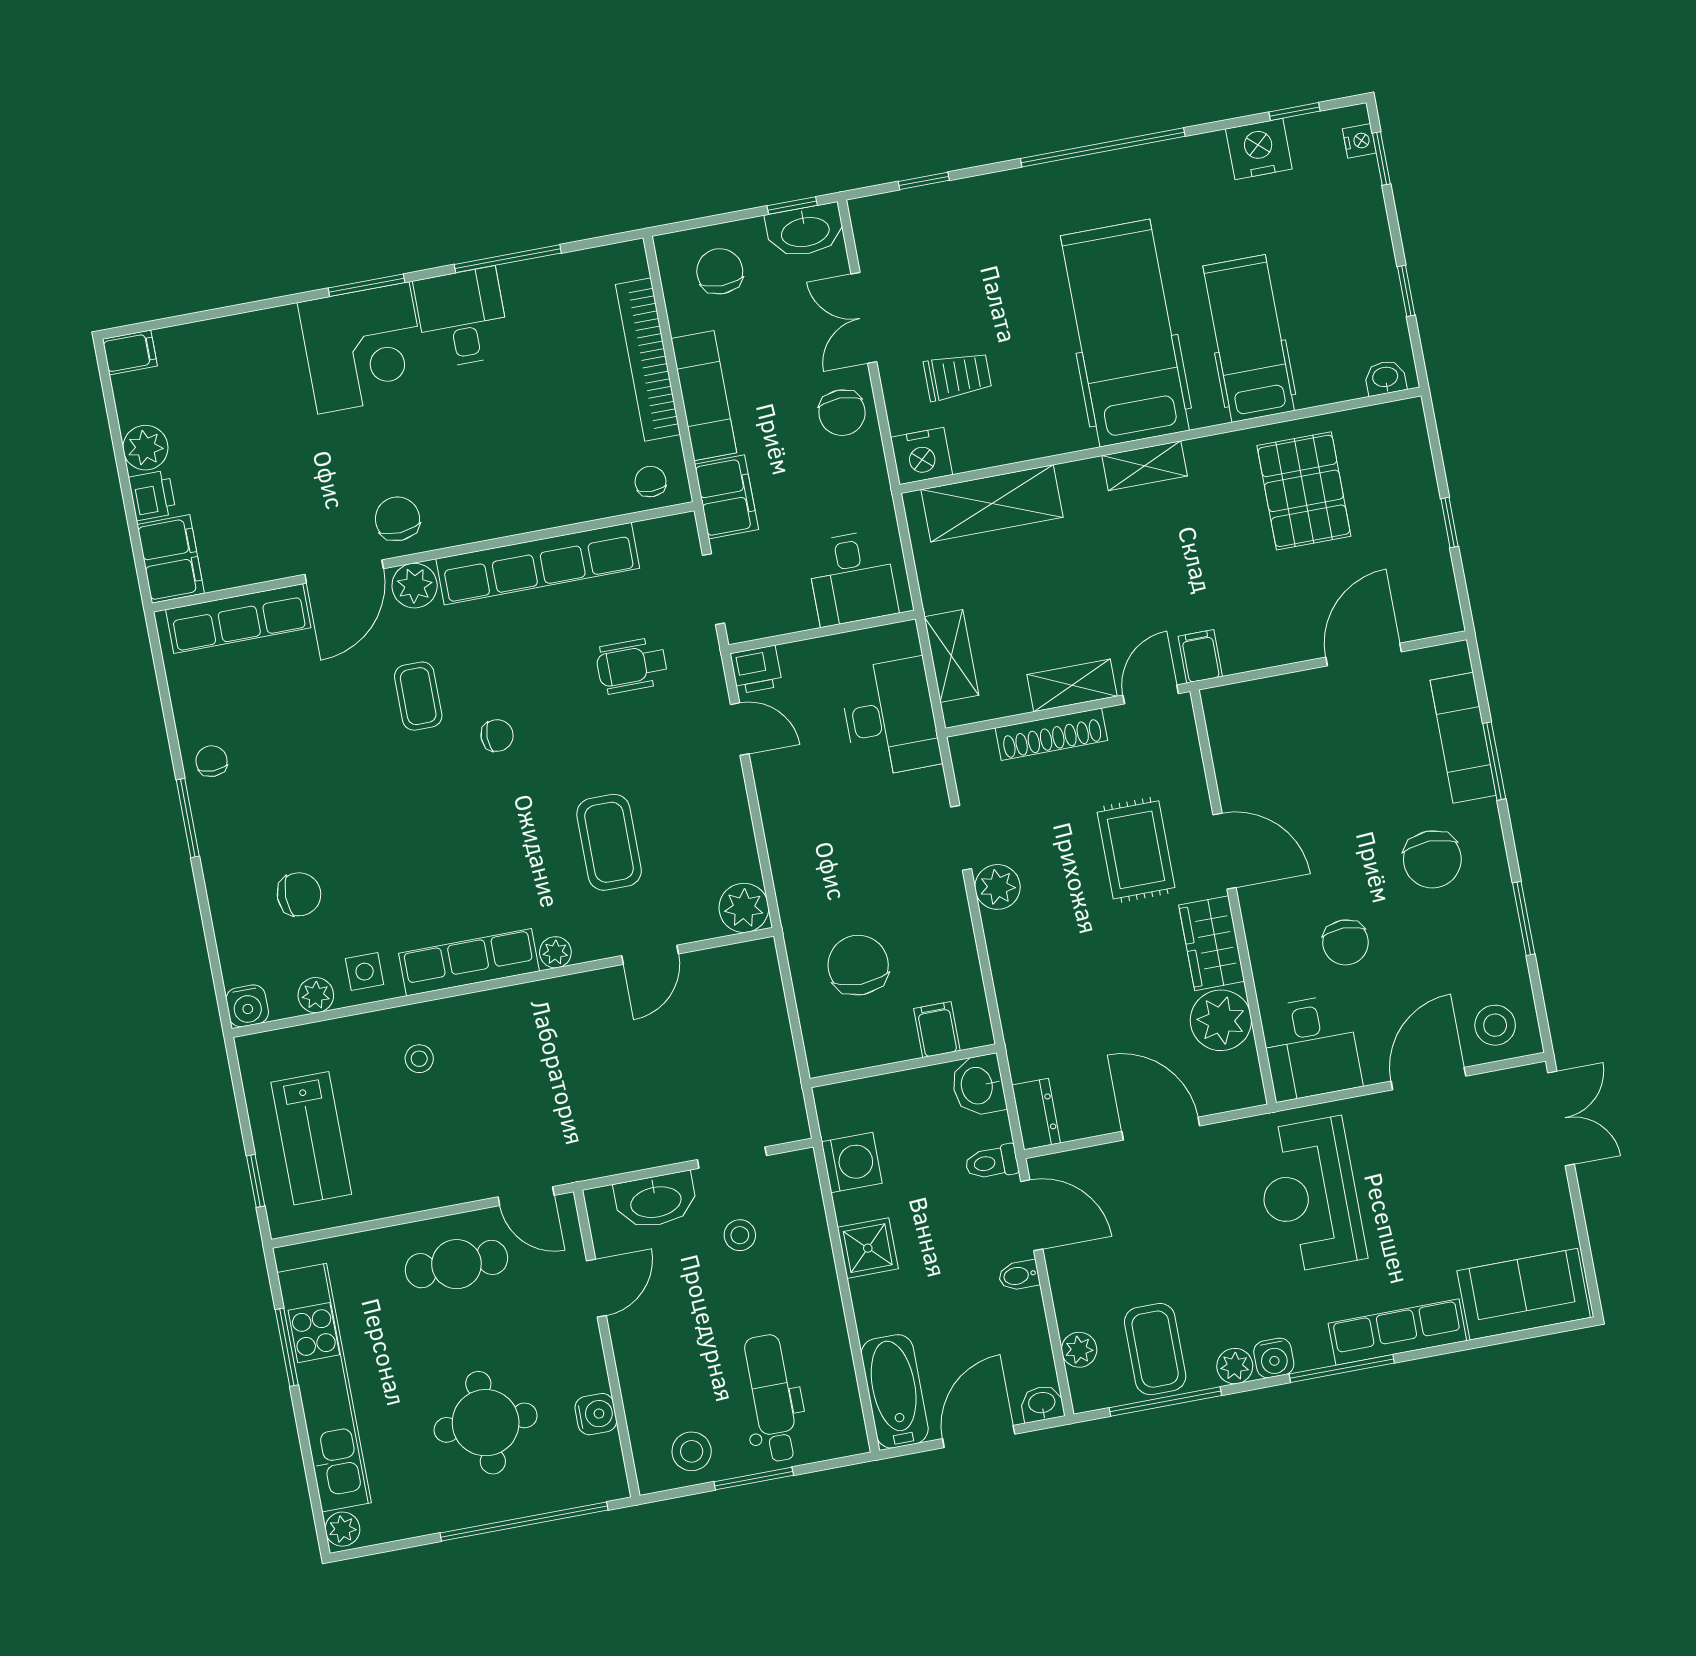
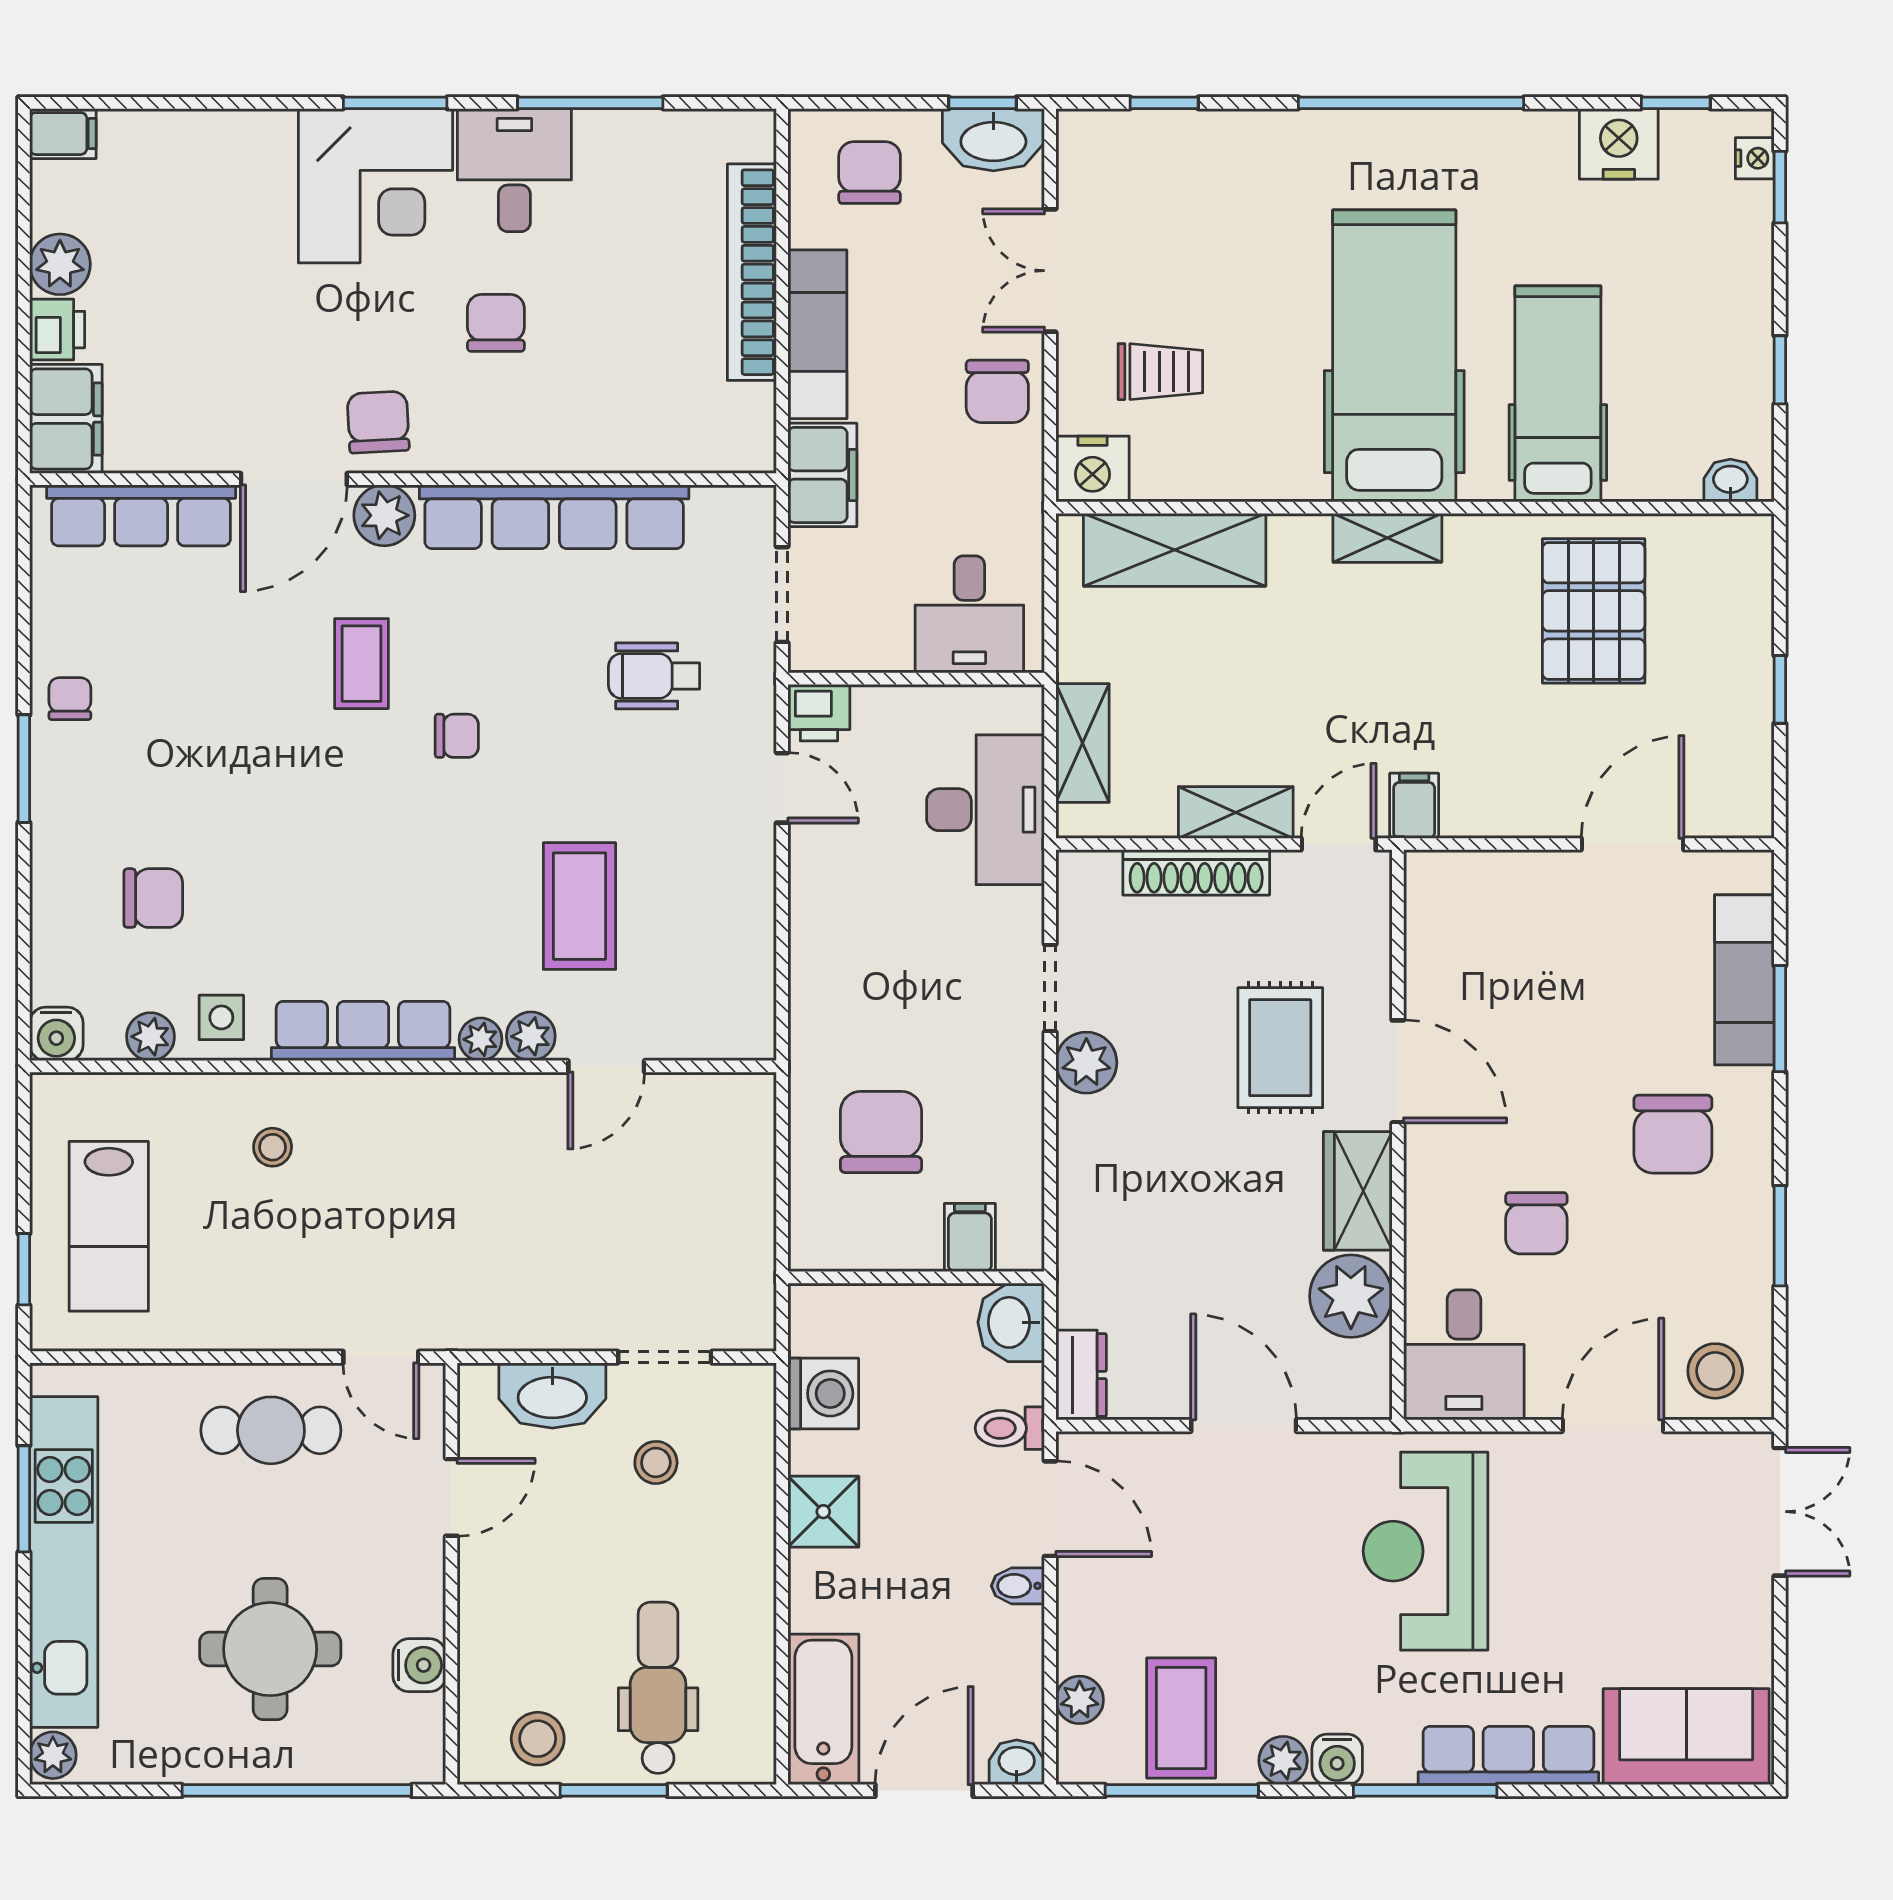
chair: (651, 482) -> (496, 323), moved, width x1.37, depth x1.37
plant: (744, 908) -> (531, 1036), moved, width x0.73, depth x0.73

